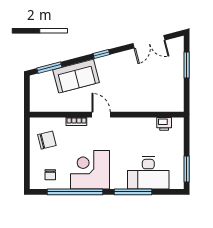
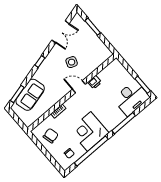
sofa: (76, 76) -> (30, 95), moved
side table: (134, 83) -> (72, 62), added
door: (101, 115) -> (79, 87), moved
printer: (164, 124) -> (95, 82), moved
desk: (148, 173) -> (131, 98), moved

